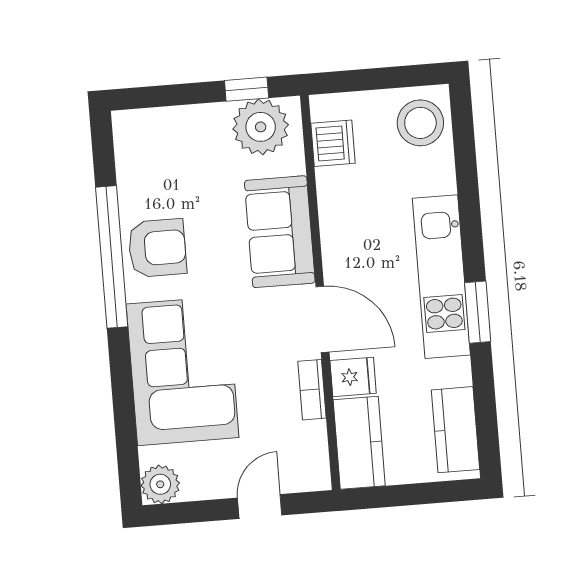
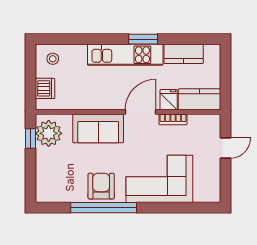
stool: (420, 123) -> (53, 59), width x0.53, depth x0.53
dishwasher: (333, 143) -> (45, 88), moved, turned 90
kitchen counter: (456, 430) -> (184, 54), moved
plant: (160, 484) -> (211, 194), removed
door: (260, 507) -> (225, 148), swing flipped

